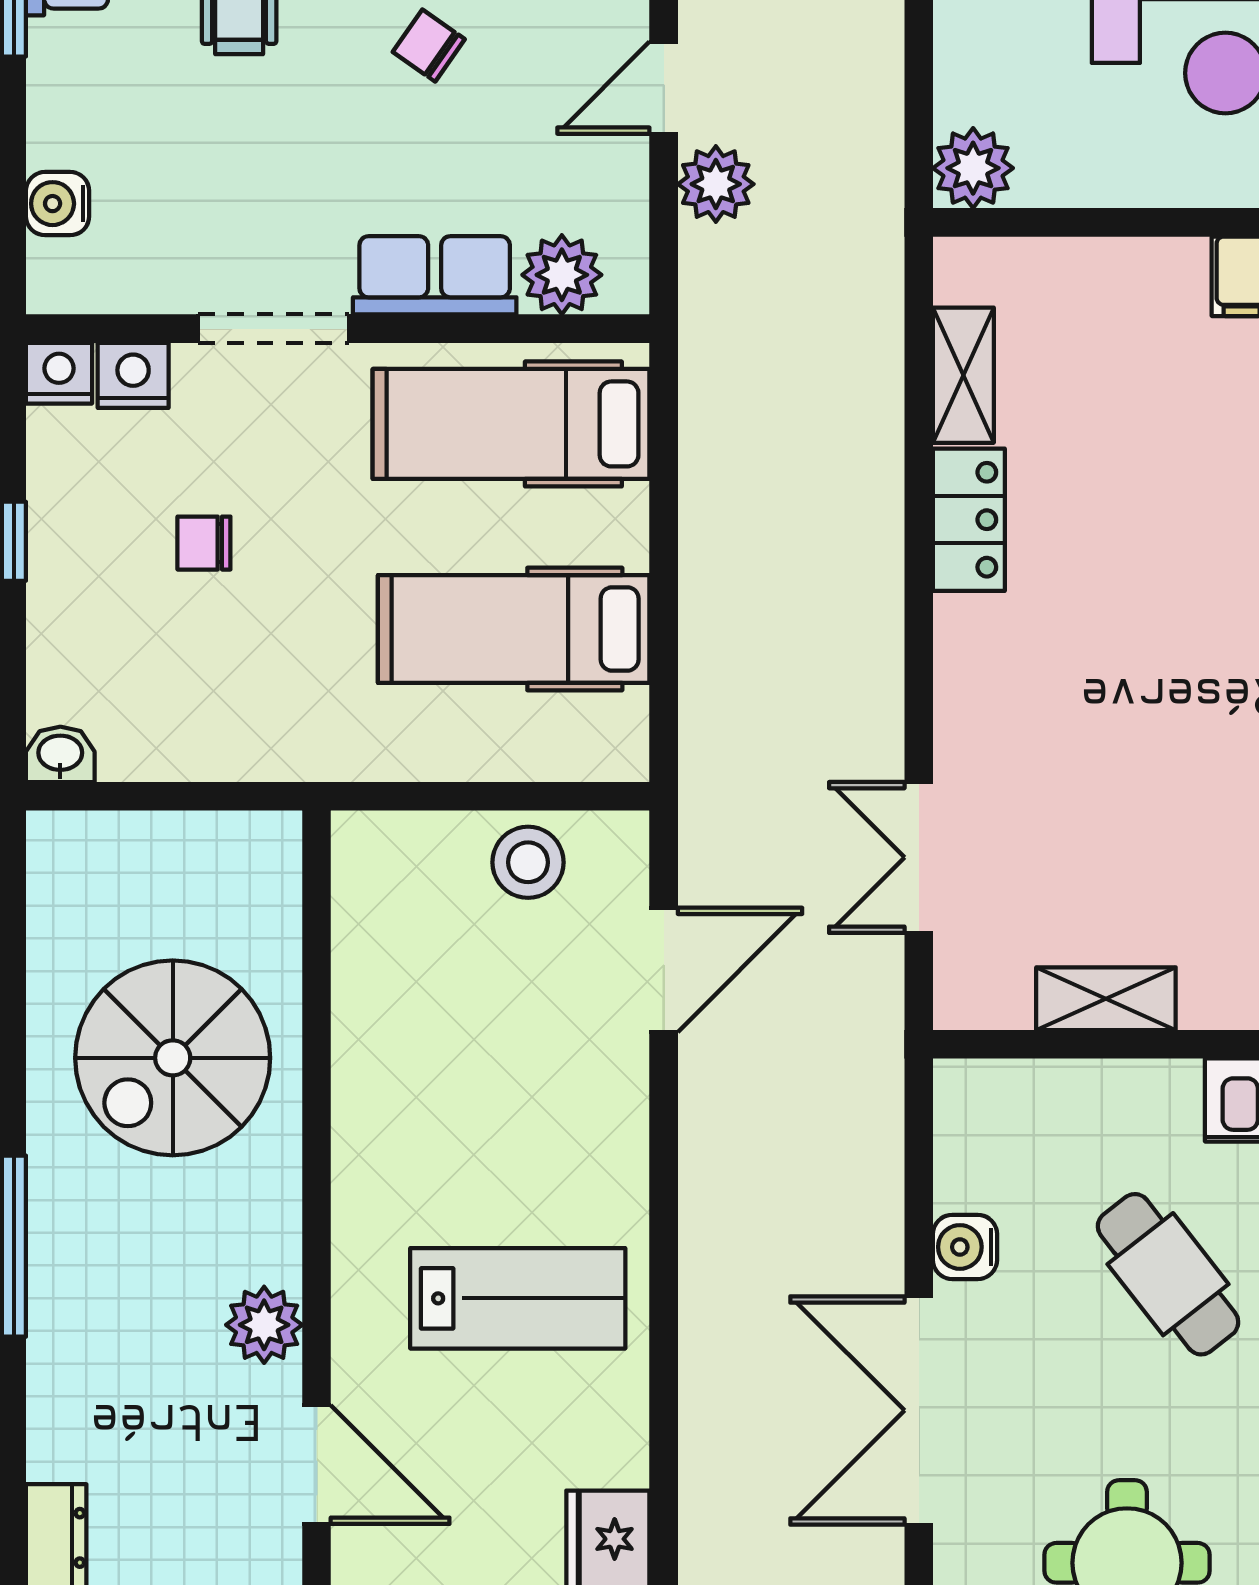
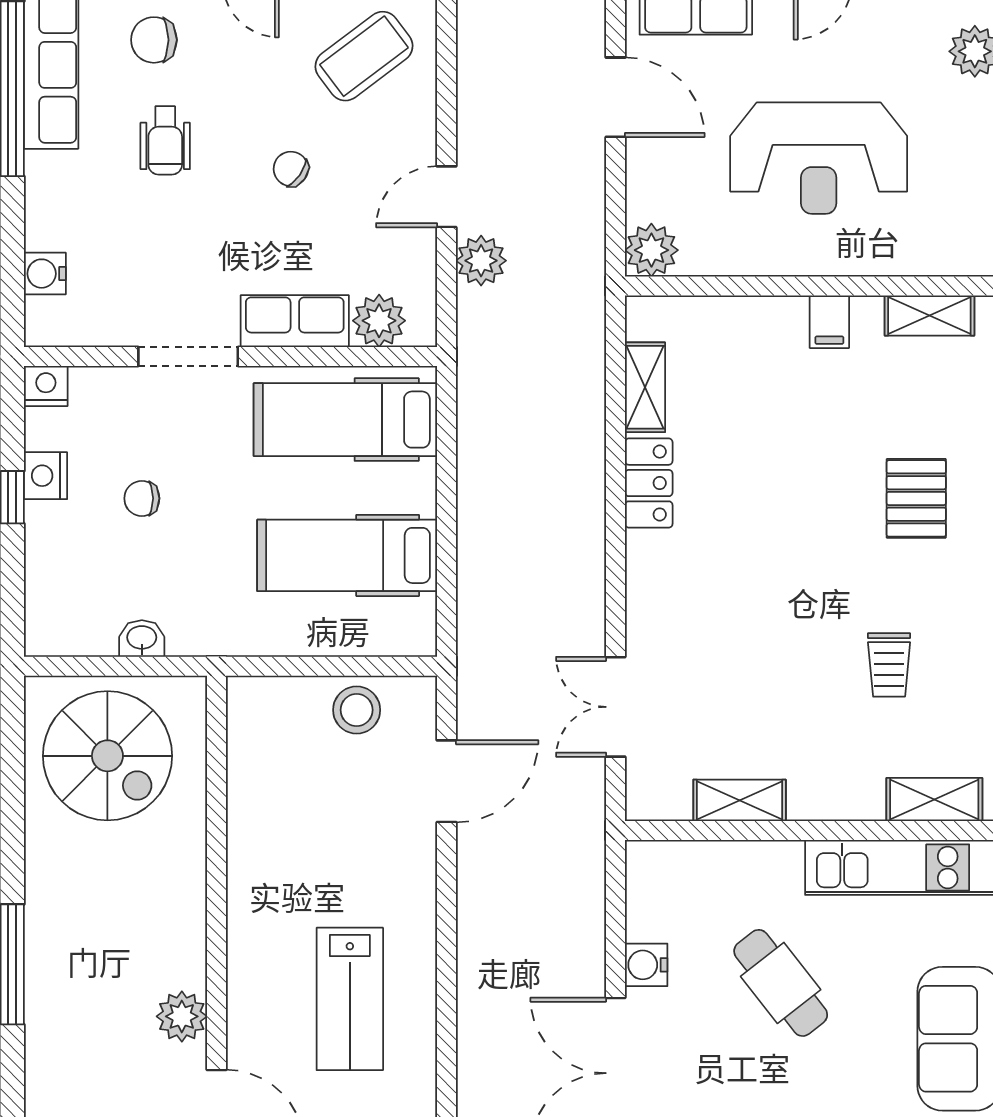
nightstand: (133, 375) -> (46, 476), moved, turned -90
washbasin: (60, 754) -> (142, 639), moved
spiral stairs: (173, 1058) -> (107, 756), moved, turned -90
lab bench: (518, 1298) -> (350, 999), turned 90

